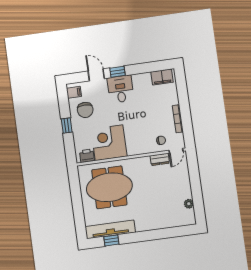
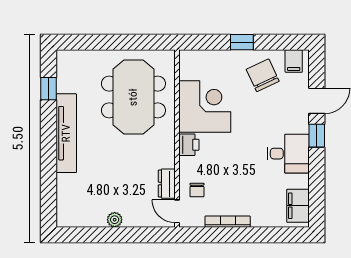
desk: (121, 89) -> (288, 154), moved
chair: (85, 110) -> (263, 75), turned 65
printer: (87, 156) -> (189, 145), moved
plant: (189, 204) -> (115, 220), moved
tv unit: (110, 229) -> (66, 133), moved

